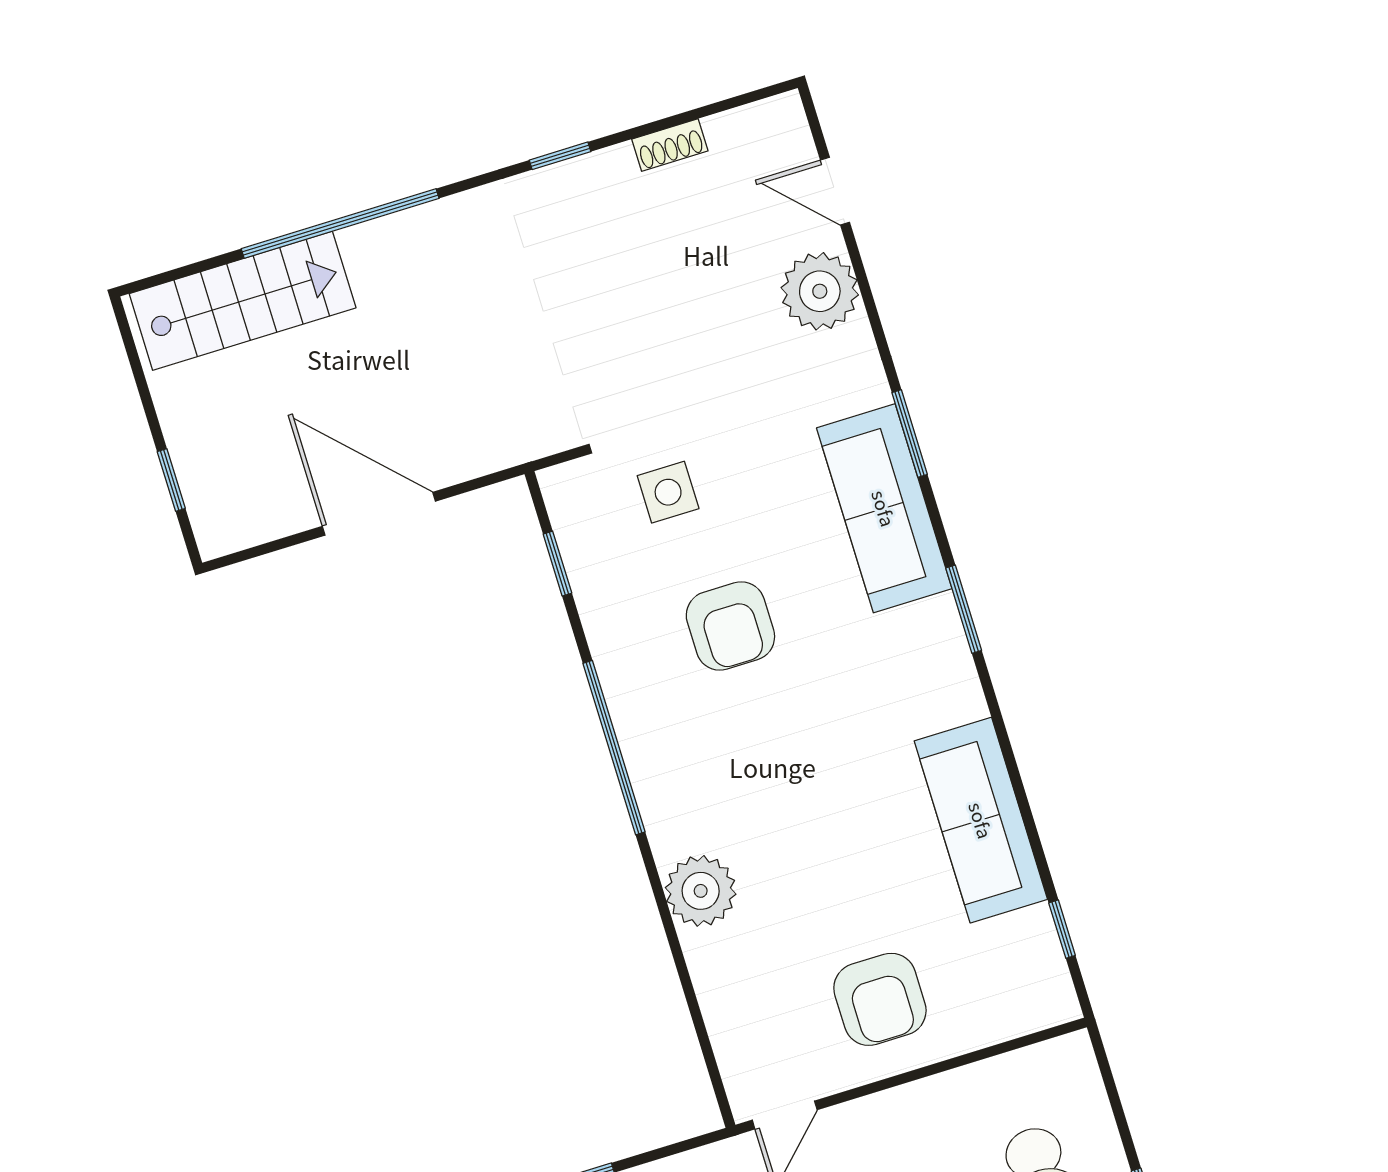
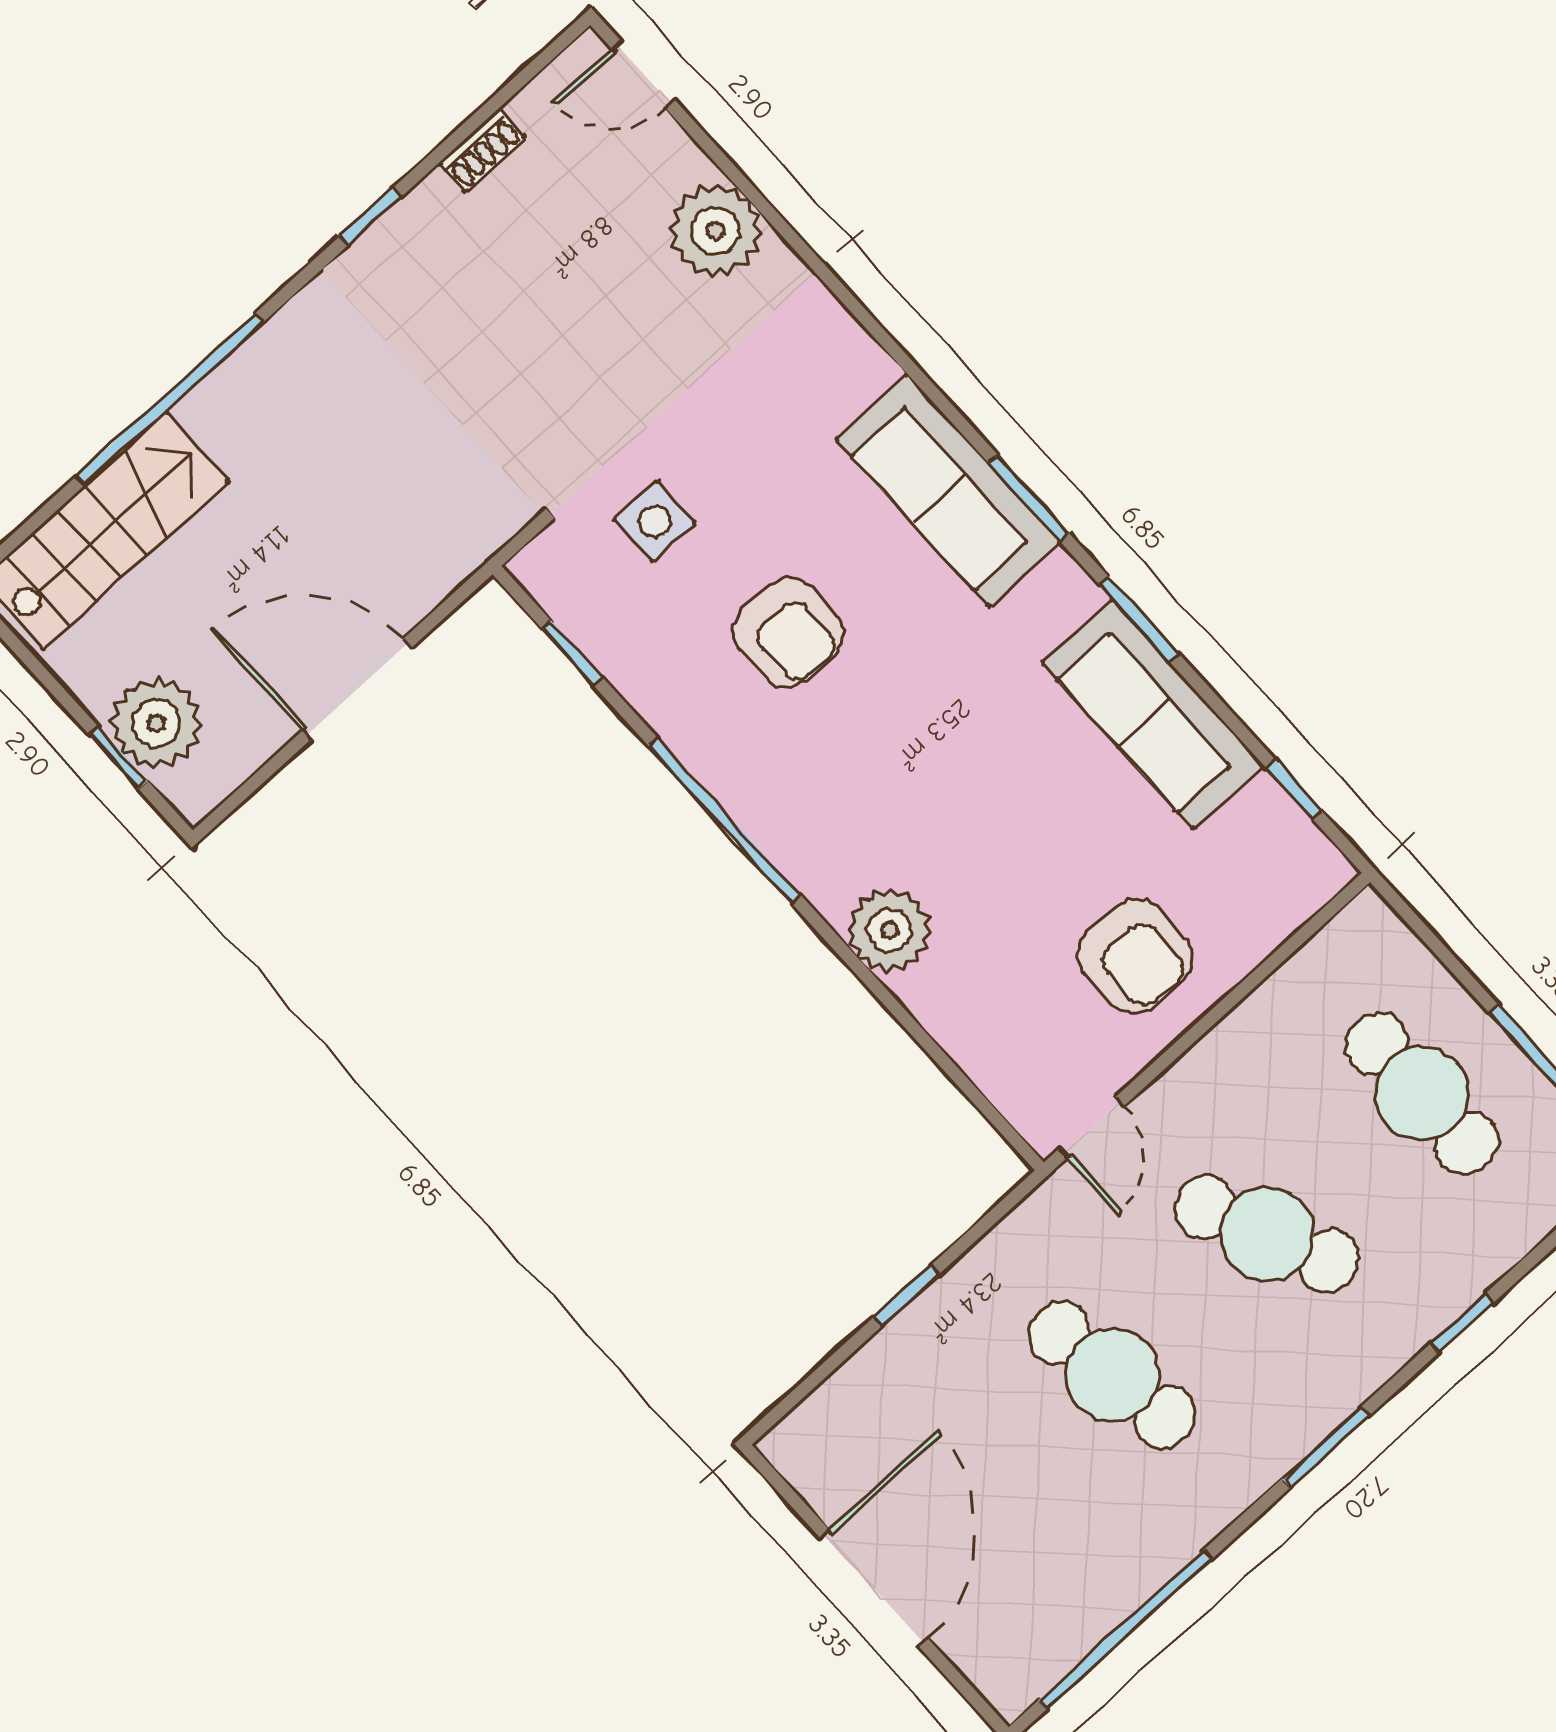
door: (835, 191) -> (643, 74), moved
window: (910, 434) -> (1139, 619), moved
plant: (213, 467) -> (156, 723), added
sofa: (884, 508) -> (948, 490), moved

